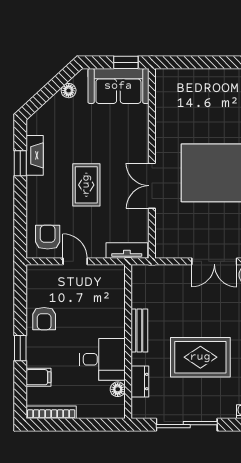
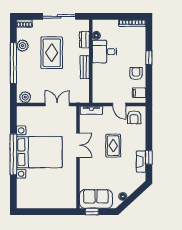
double door: (214, 261) -> (57, 104), moved
rug: (200, 357) -> (52, 53), turned 90
filing cabinet: (38, 377) -> (139, 93), moved

